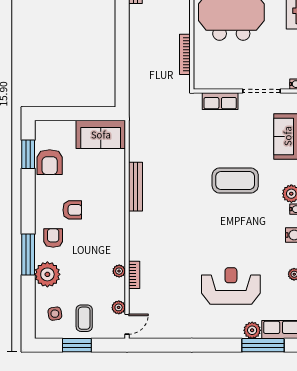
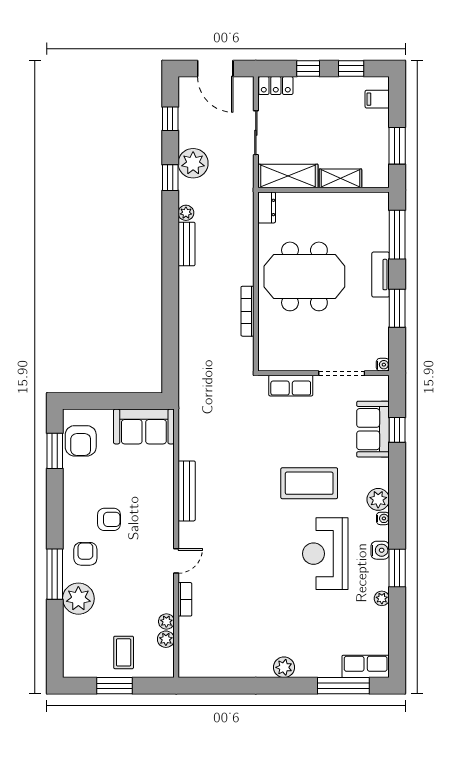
bookcase: (185, 54) -> (247, 311), moved
armchair: (50, 162) -> (81, 441), moved
plant: (119, 271) -> (166, 621), moved
reception desk: (231, 286) -> (325, 554), moved, turned -90
side table: (55, 314) -> (88, 647), removed
door: (127, 324) -> (176, 561), moved
plant: (252, 330) -> (284, 667), moved

